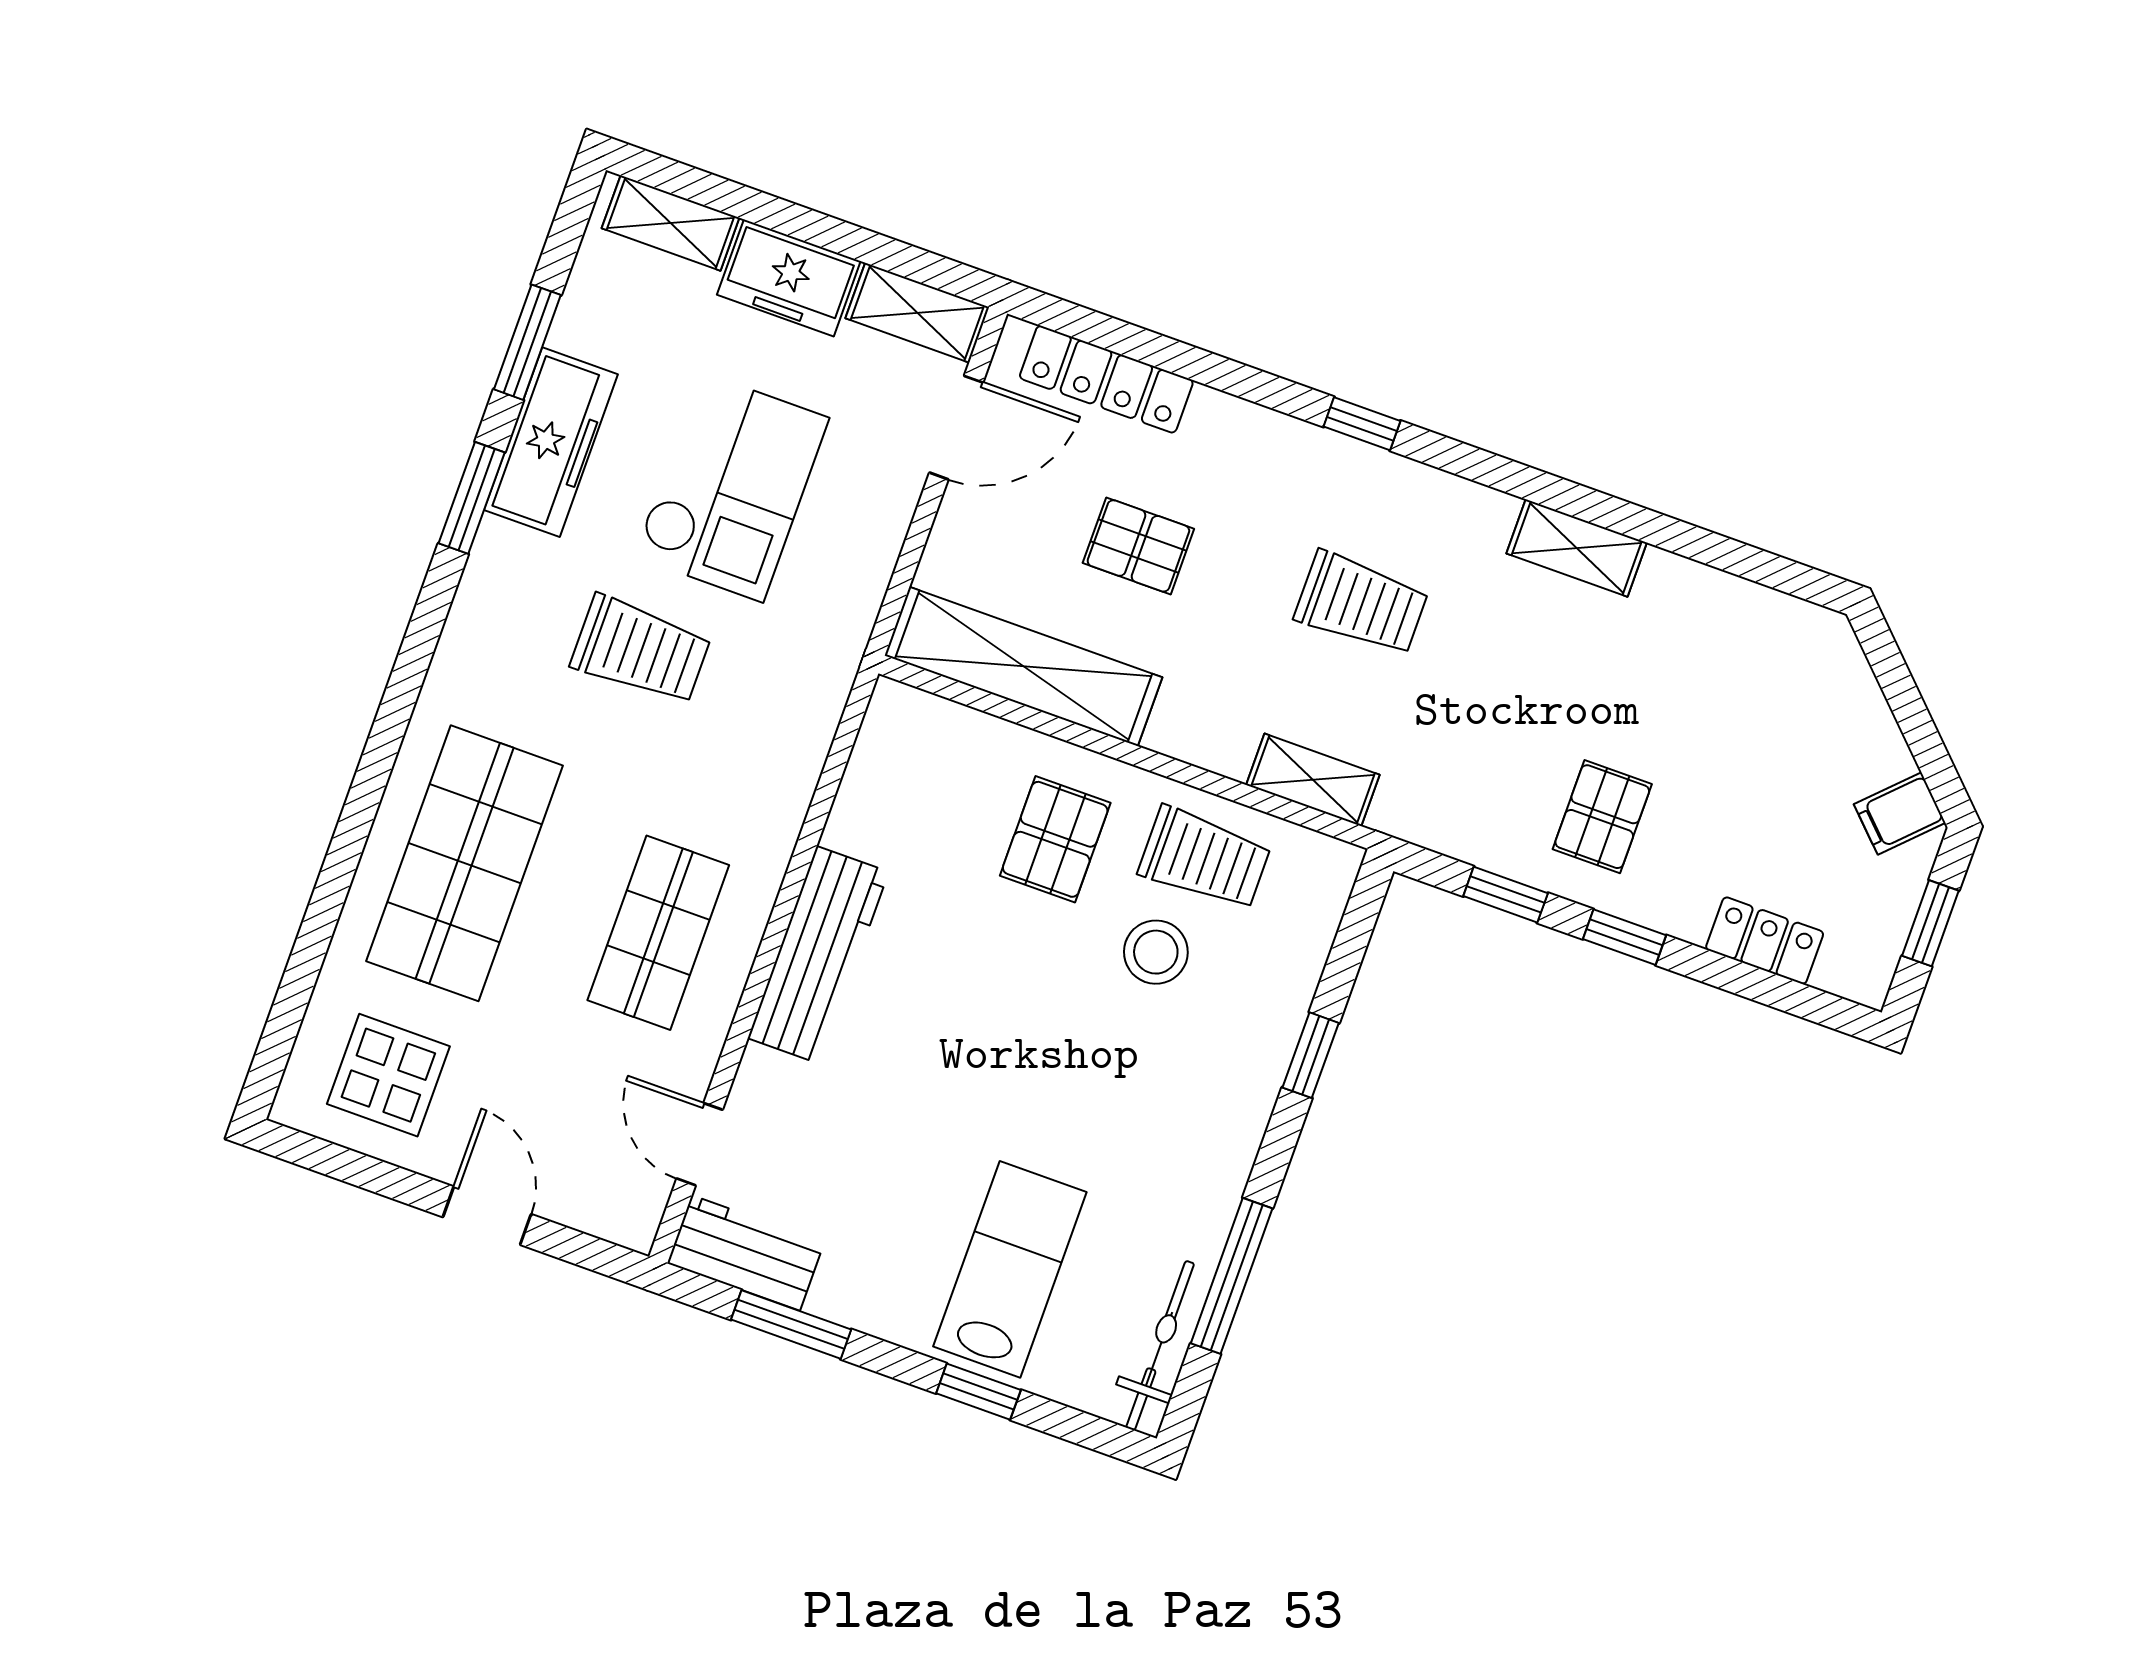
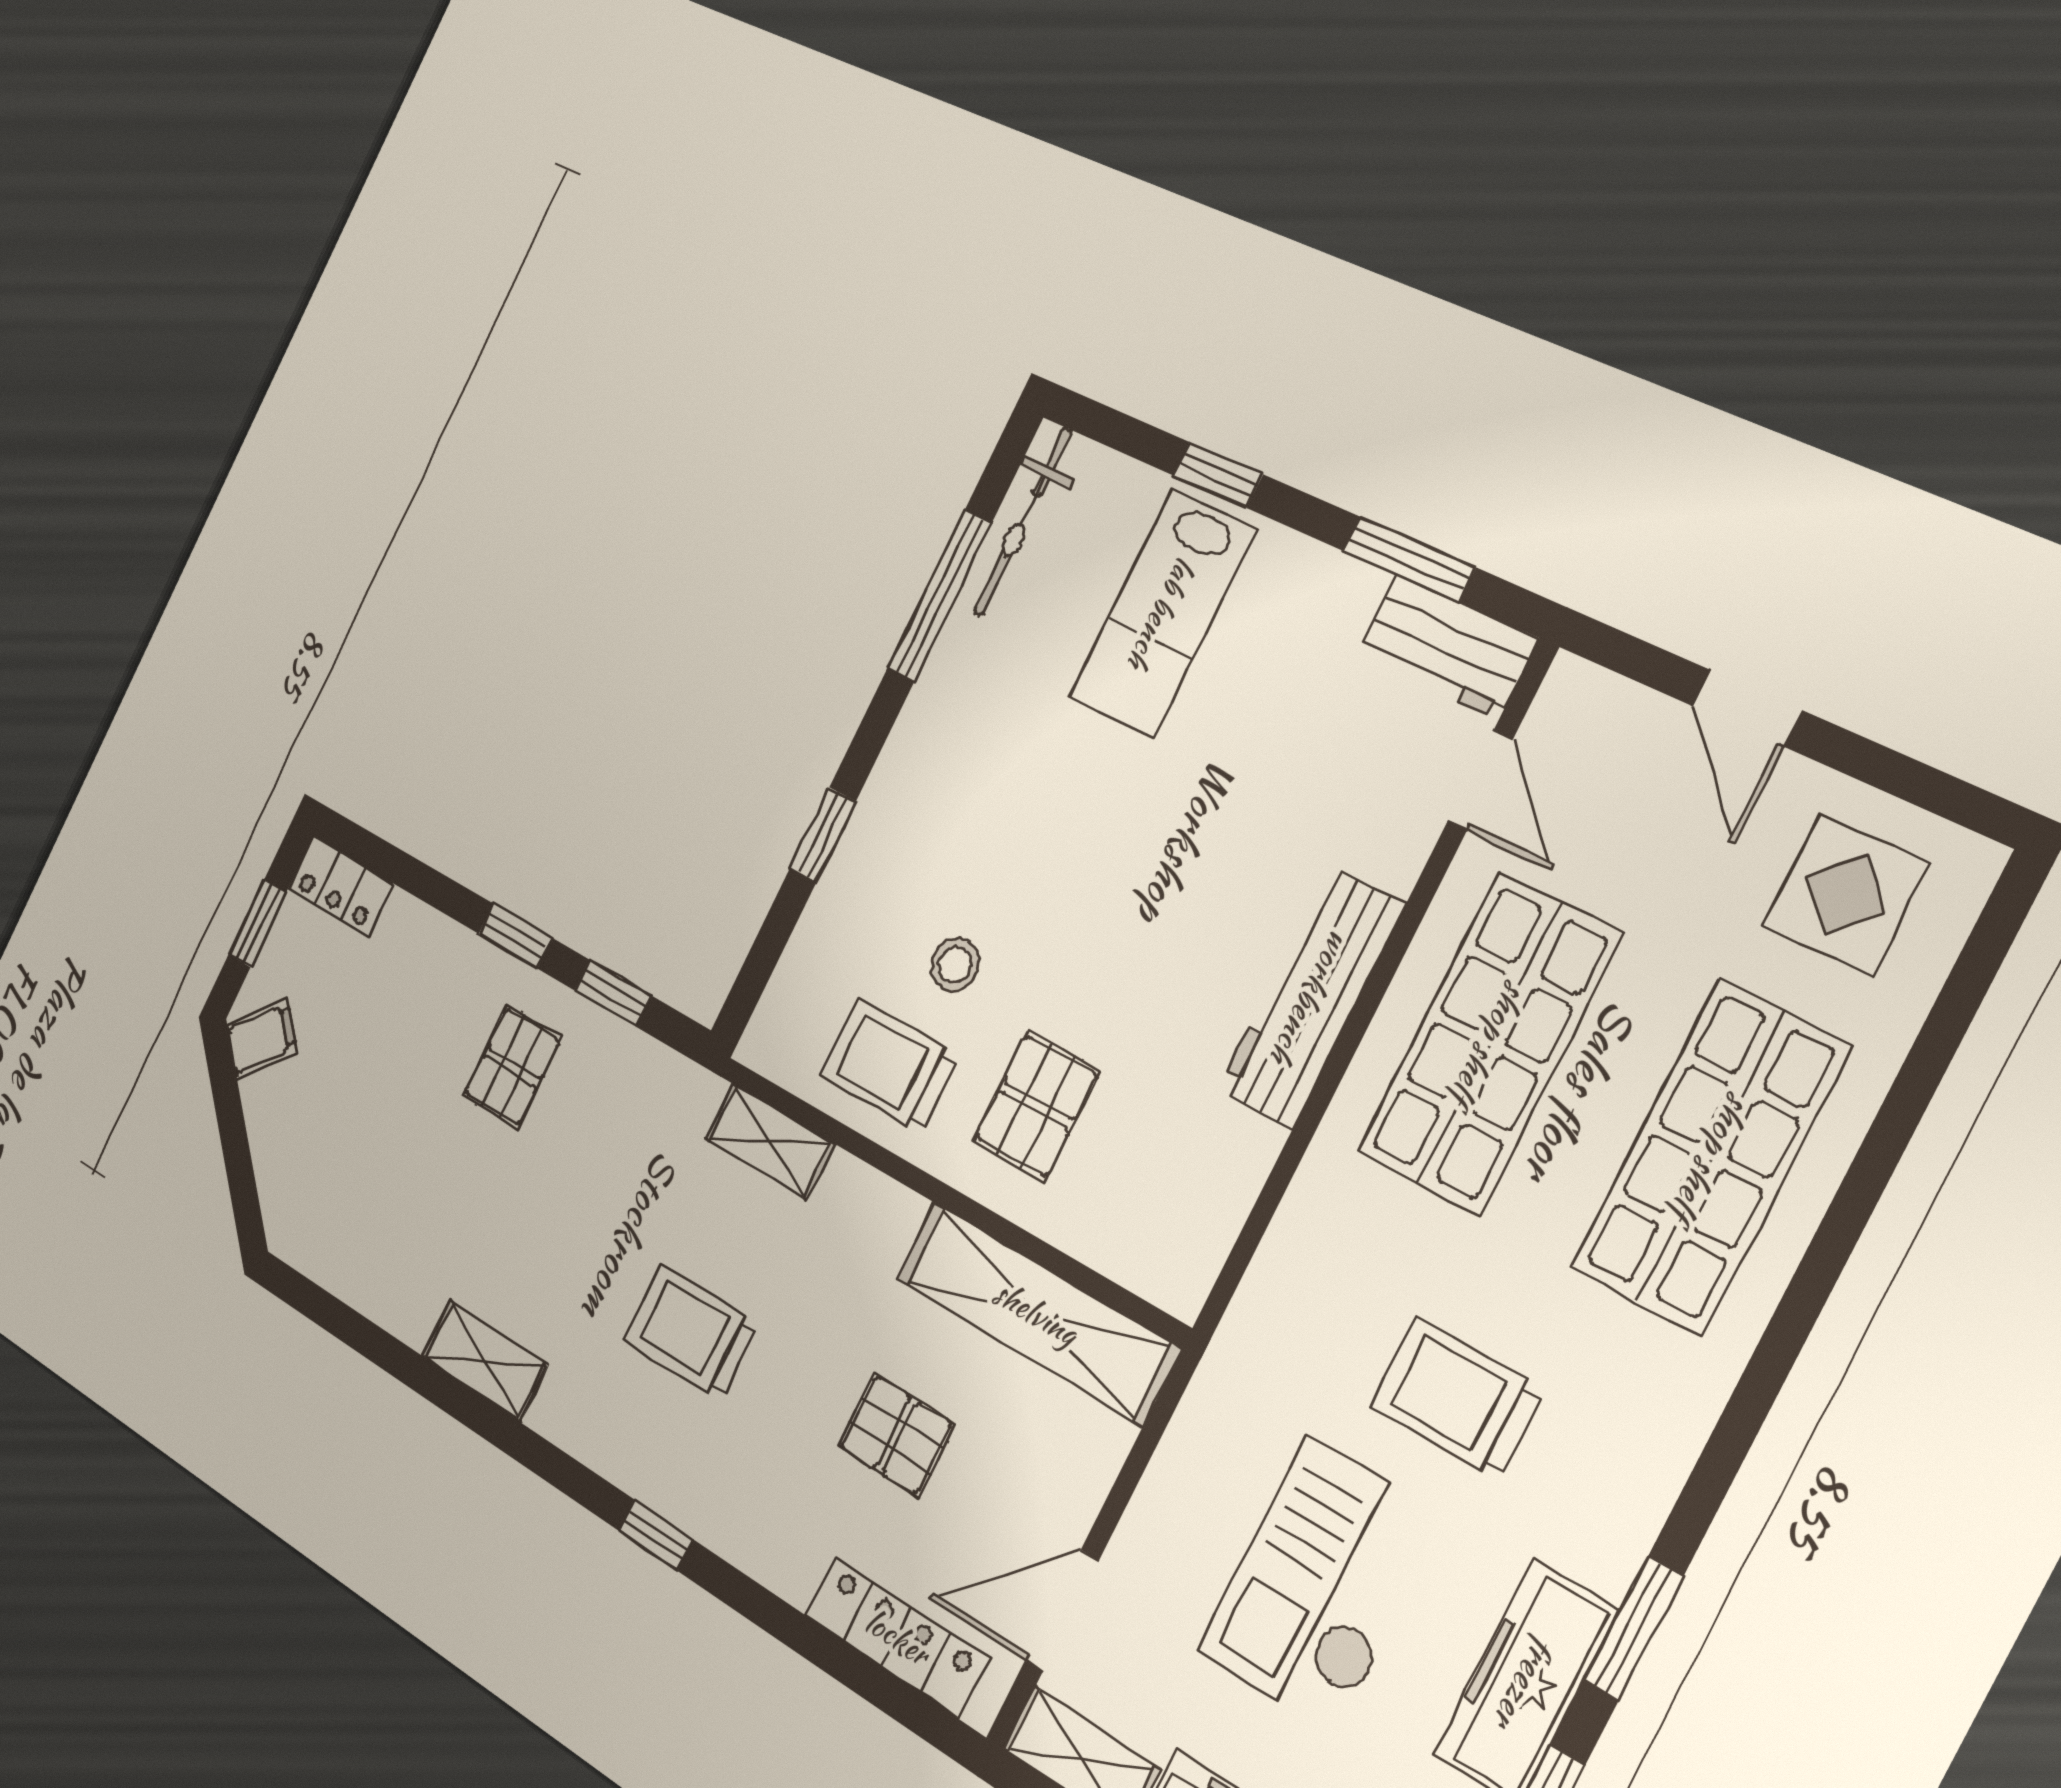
shop shelf: (658, 933) -> (1489, 1043), width x1.43, depth x1.36
locker: (1765, 941) -> (340, 886), moved
stool: (1156, 952) -> (955, 965), width x0.73, depth x0.73

